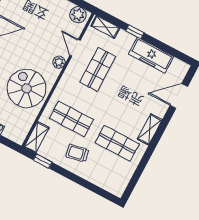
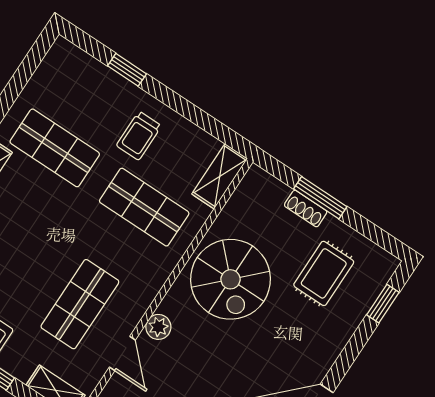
trolley: (77, 153) -> (139, 136), turned 102
window: (43, 161) -> (127, 70), moved

